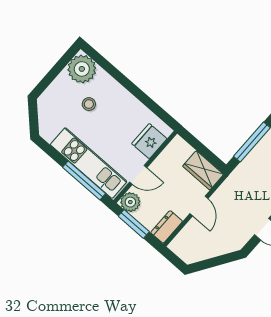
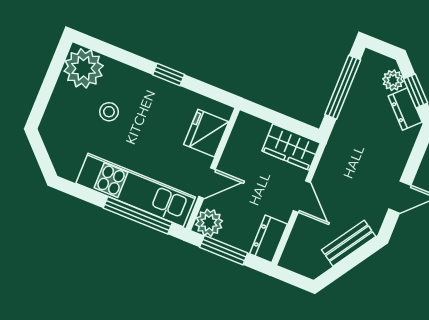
window: (138, 93) -> (169, 75), added
bench: (220, 248) -> (349, 243), added

